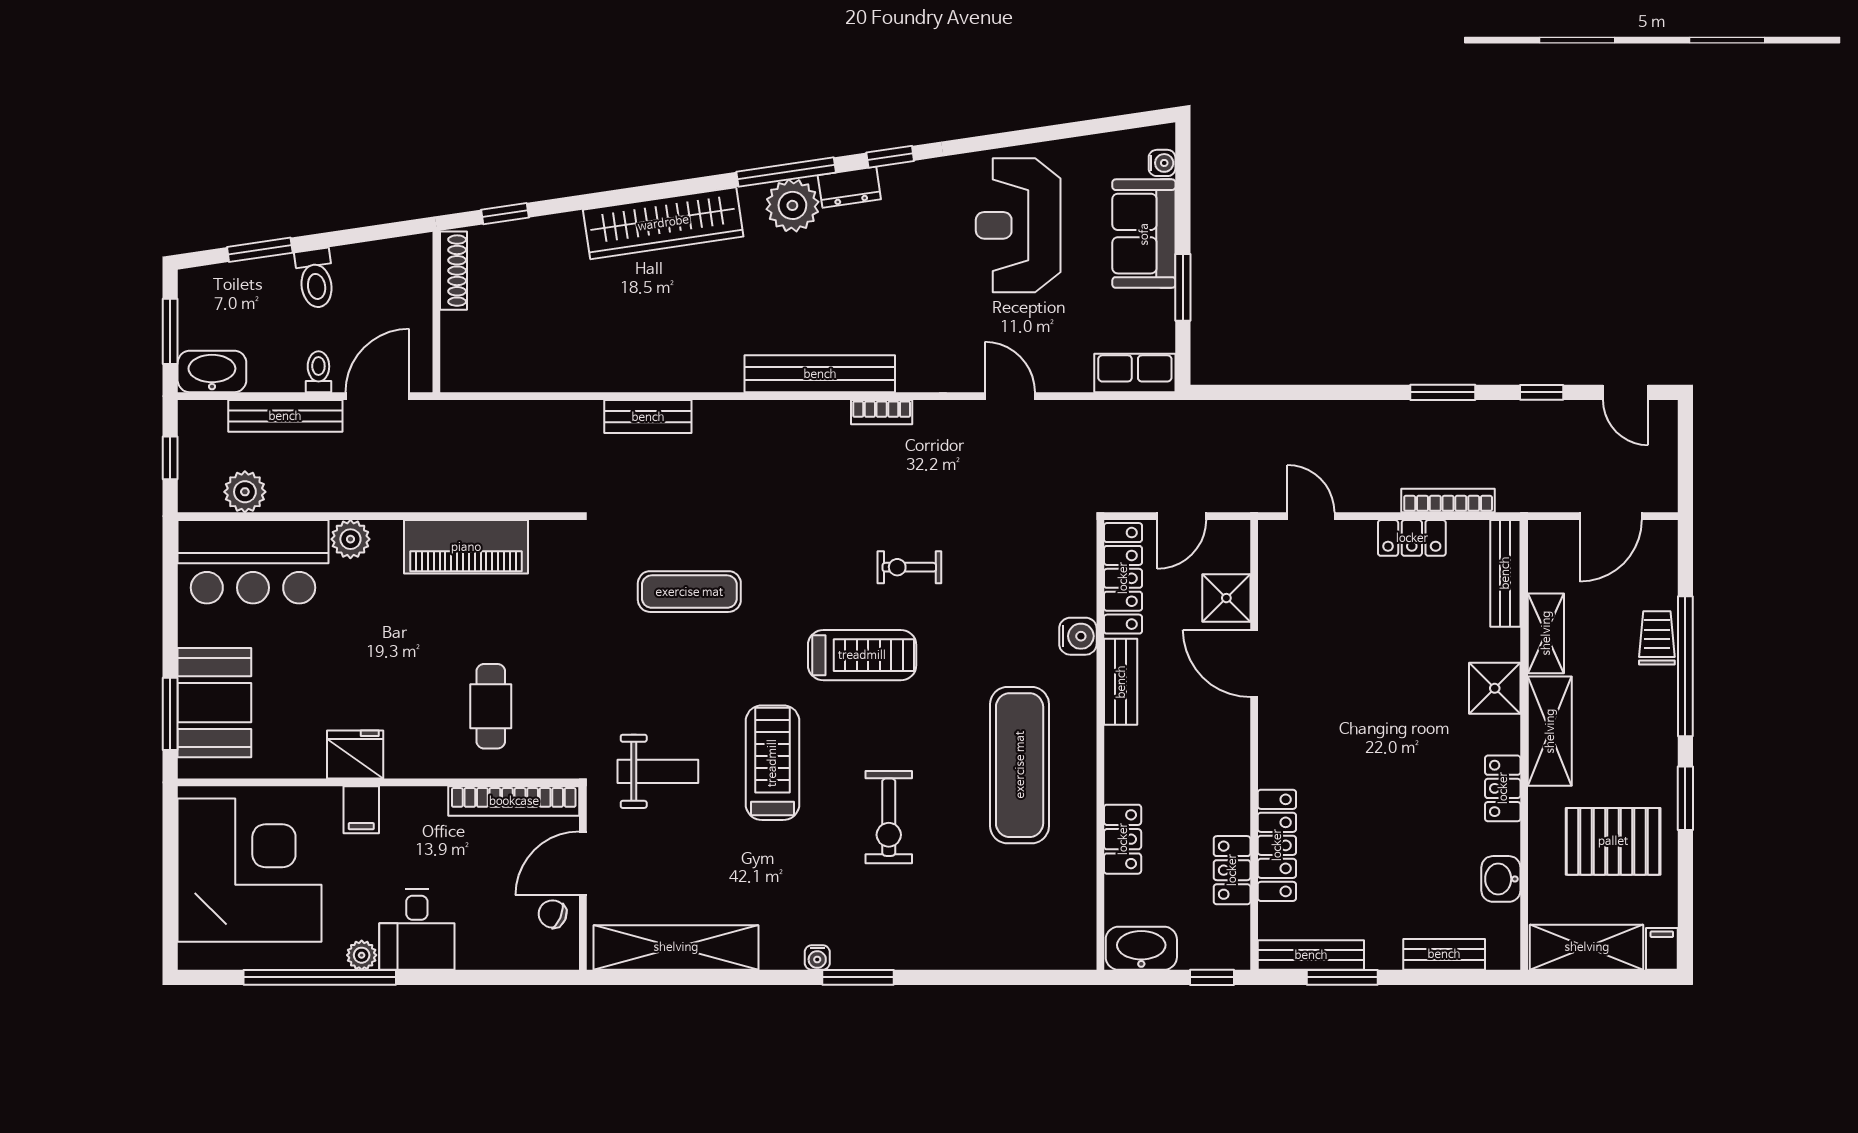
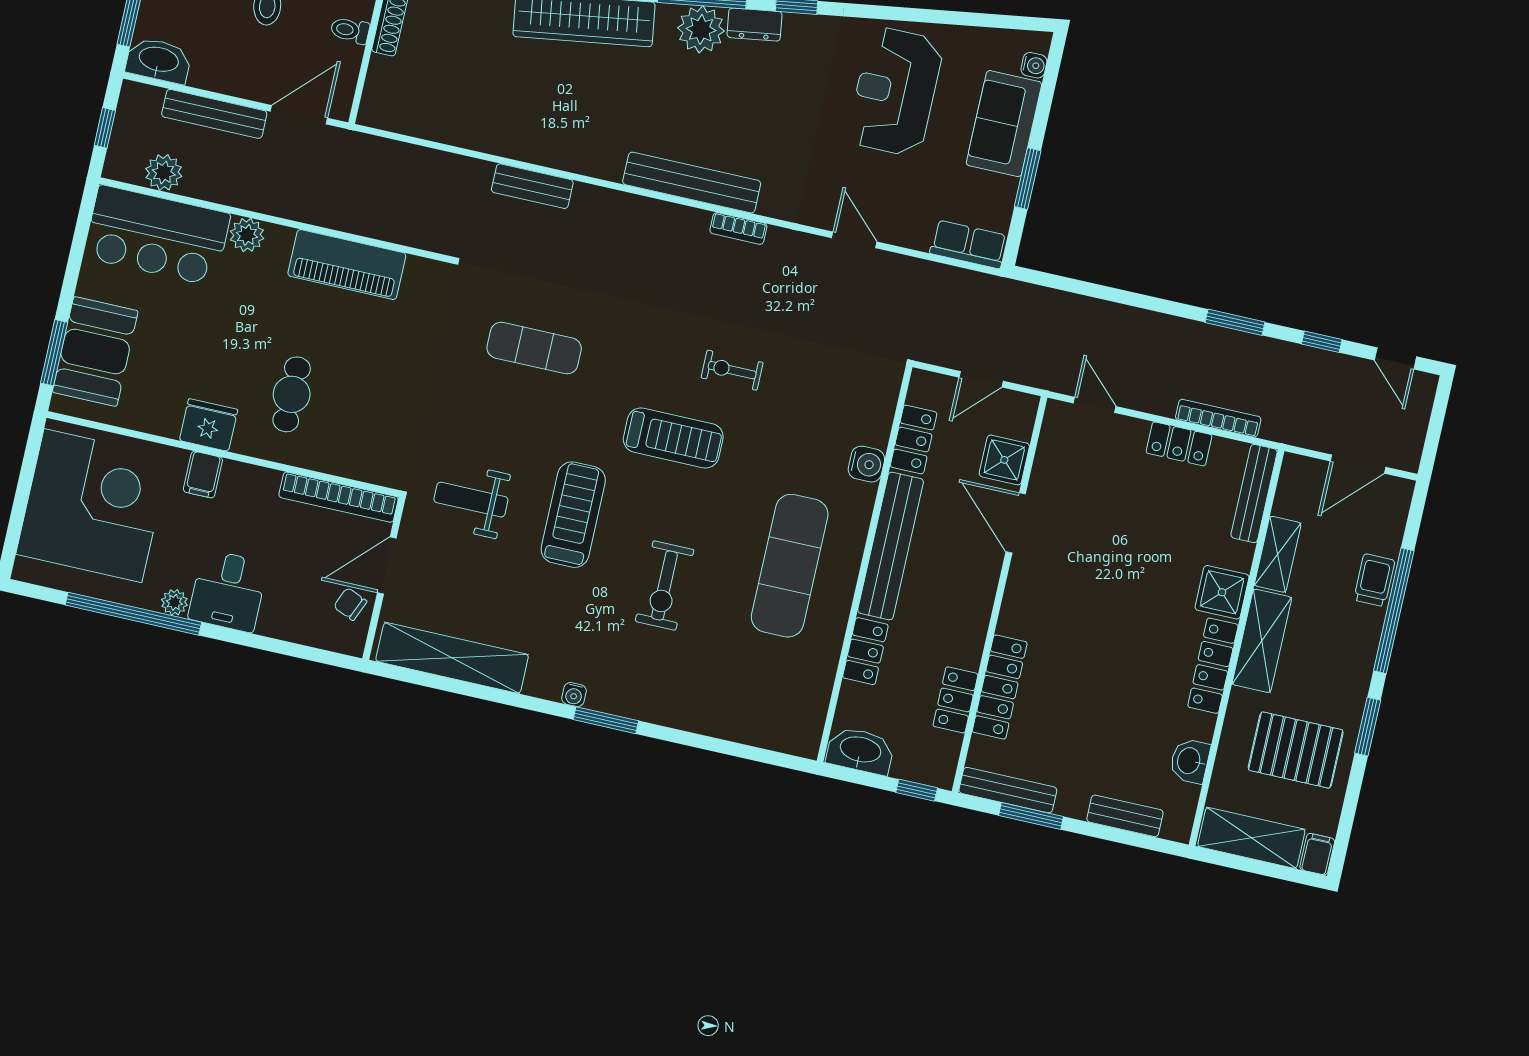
toilet: (318, 372) -> (350, 30), moved, turned -90
locker: (1123, 578) -> (914, 440), width x0.66
bench: (1121, 682) -> (891, 546), width x1.86, depth x1.21
cafe table: (491, 706) -> (292, 394), moved
weight bench: (658, 771) -> (471, 500), turned 180
locker: (1503, 788) -> (1213, 666), width x1.53

